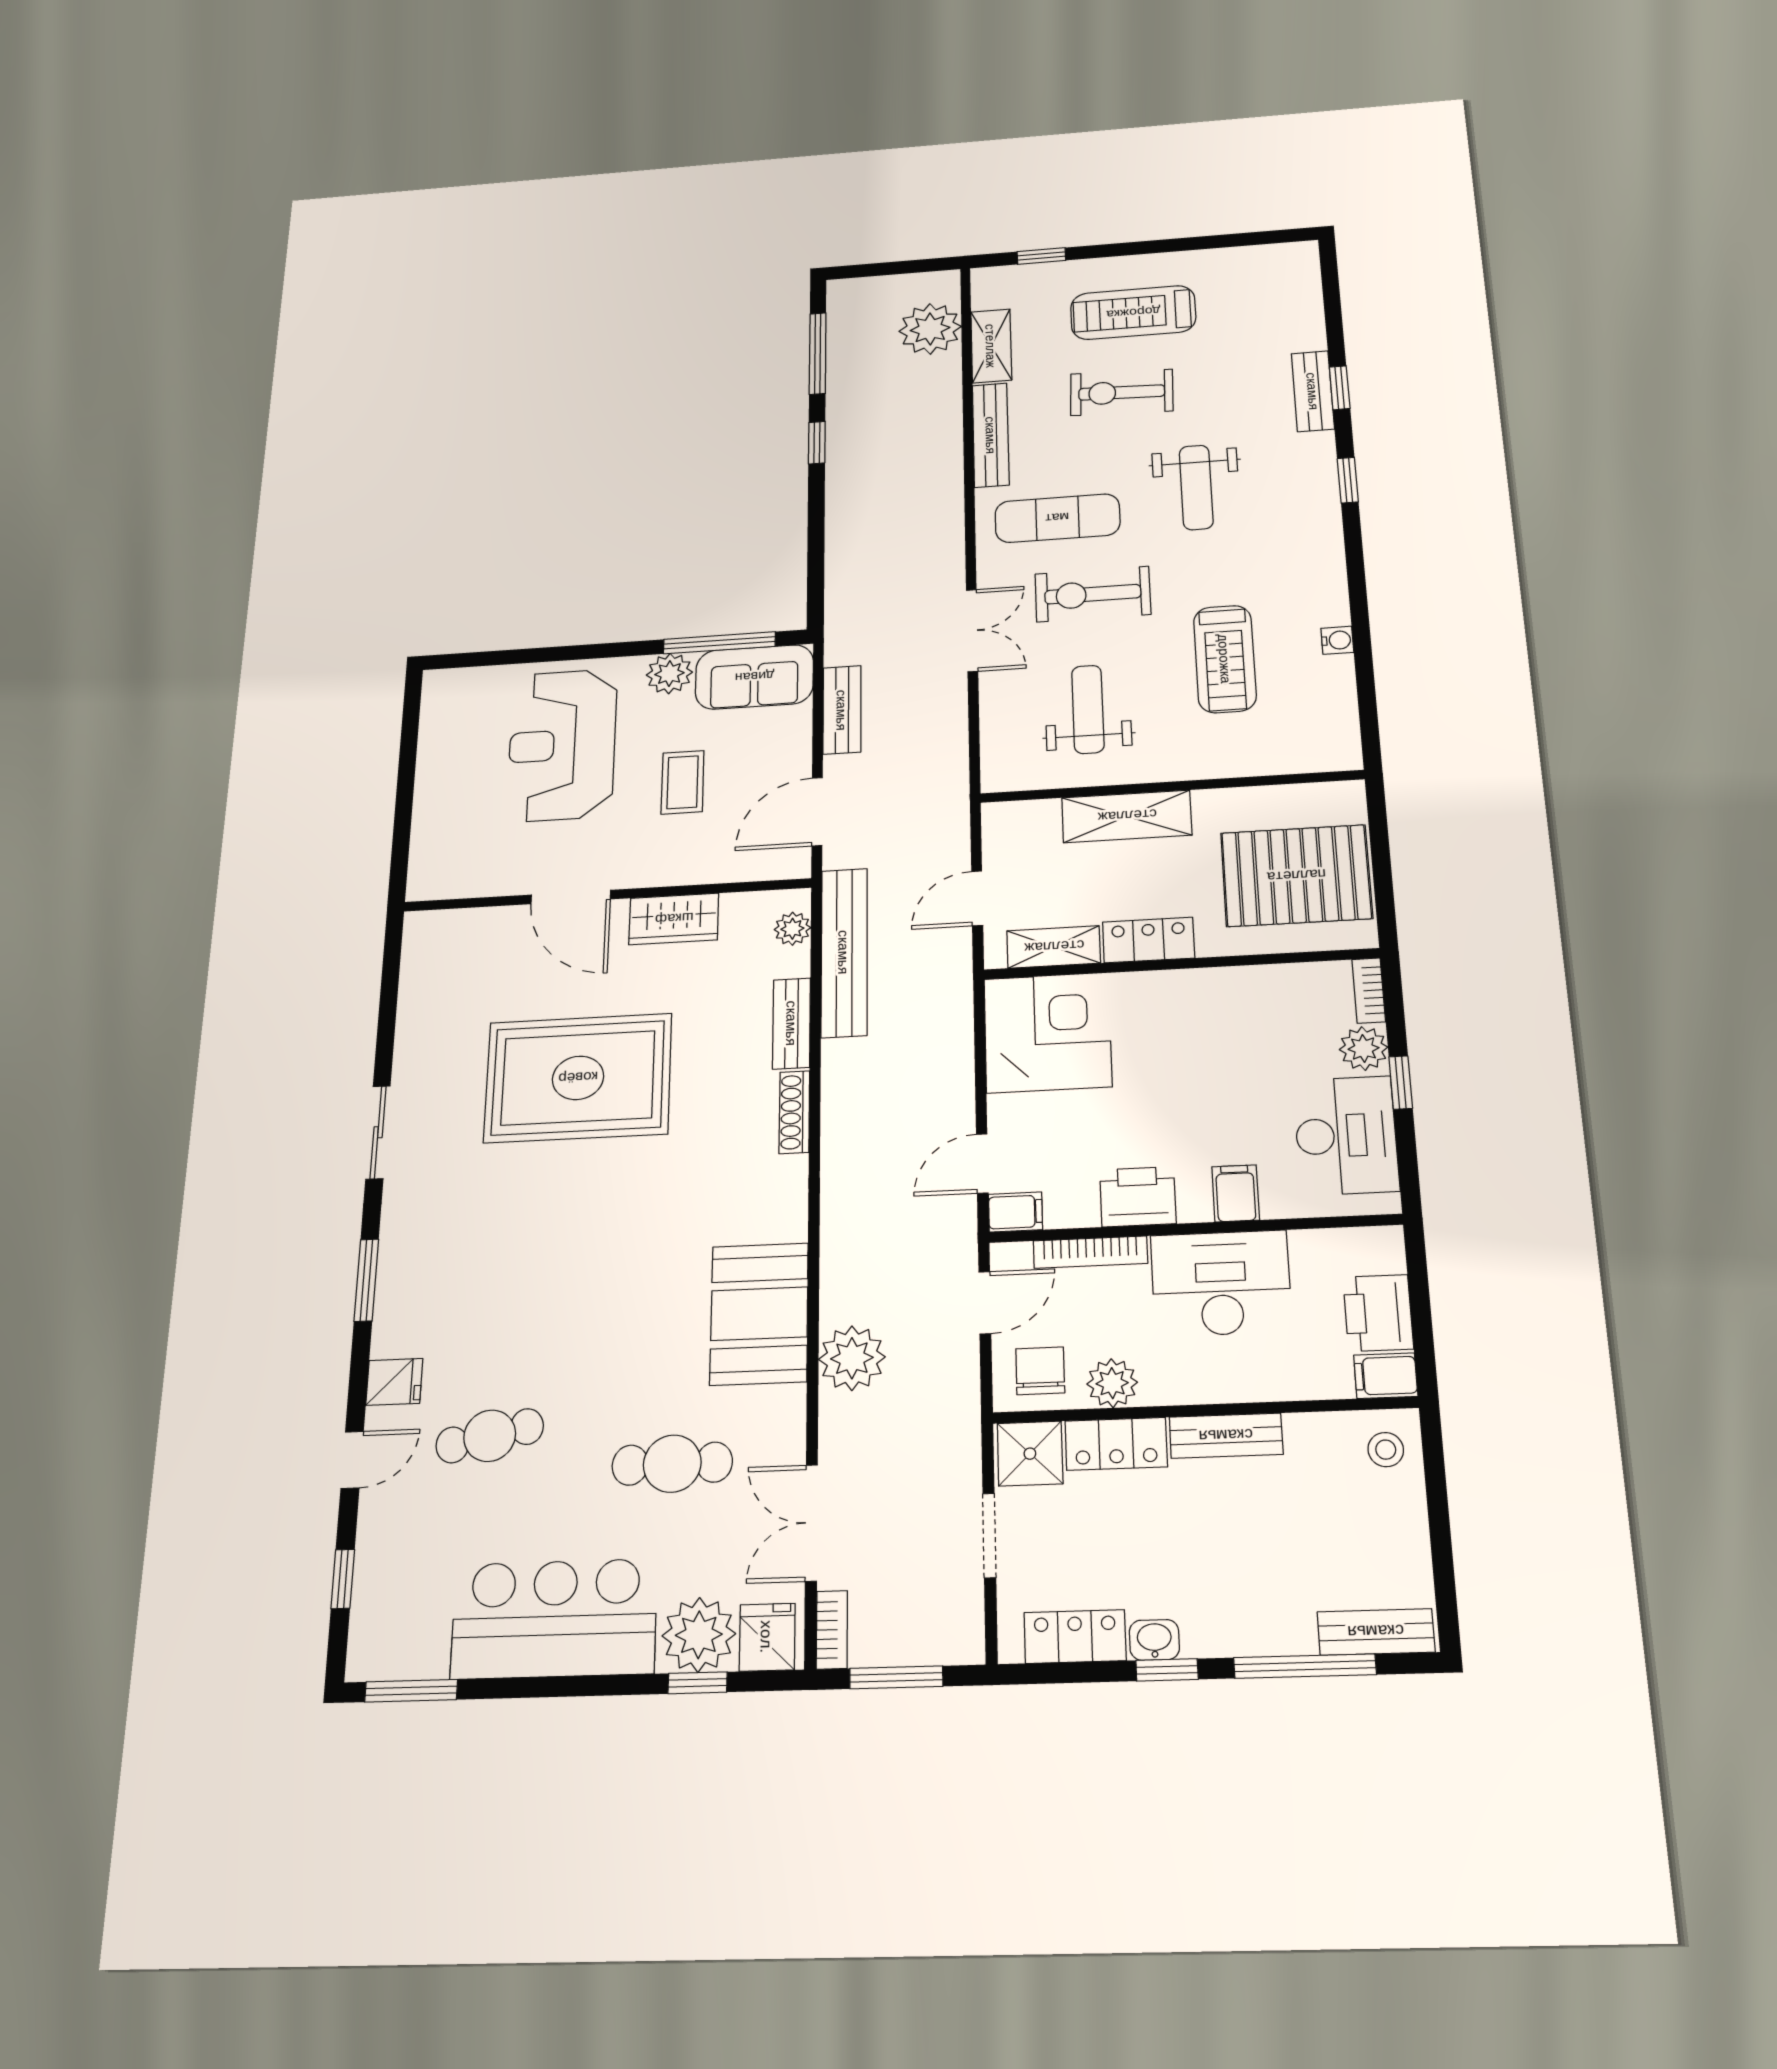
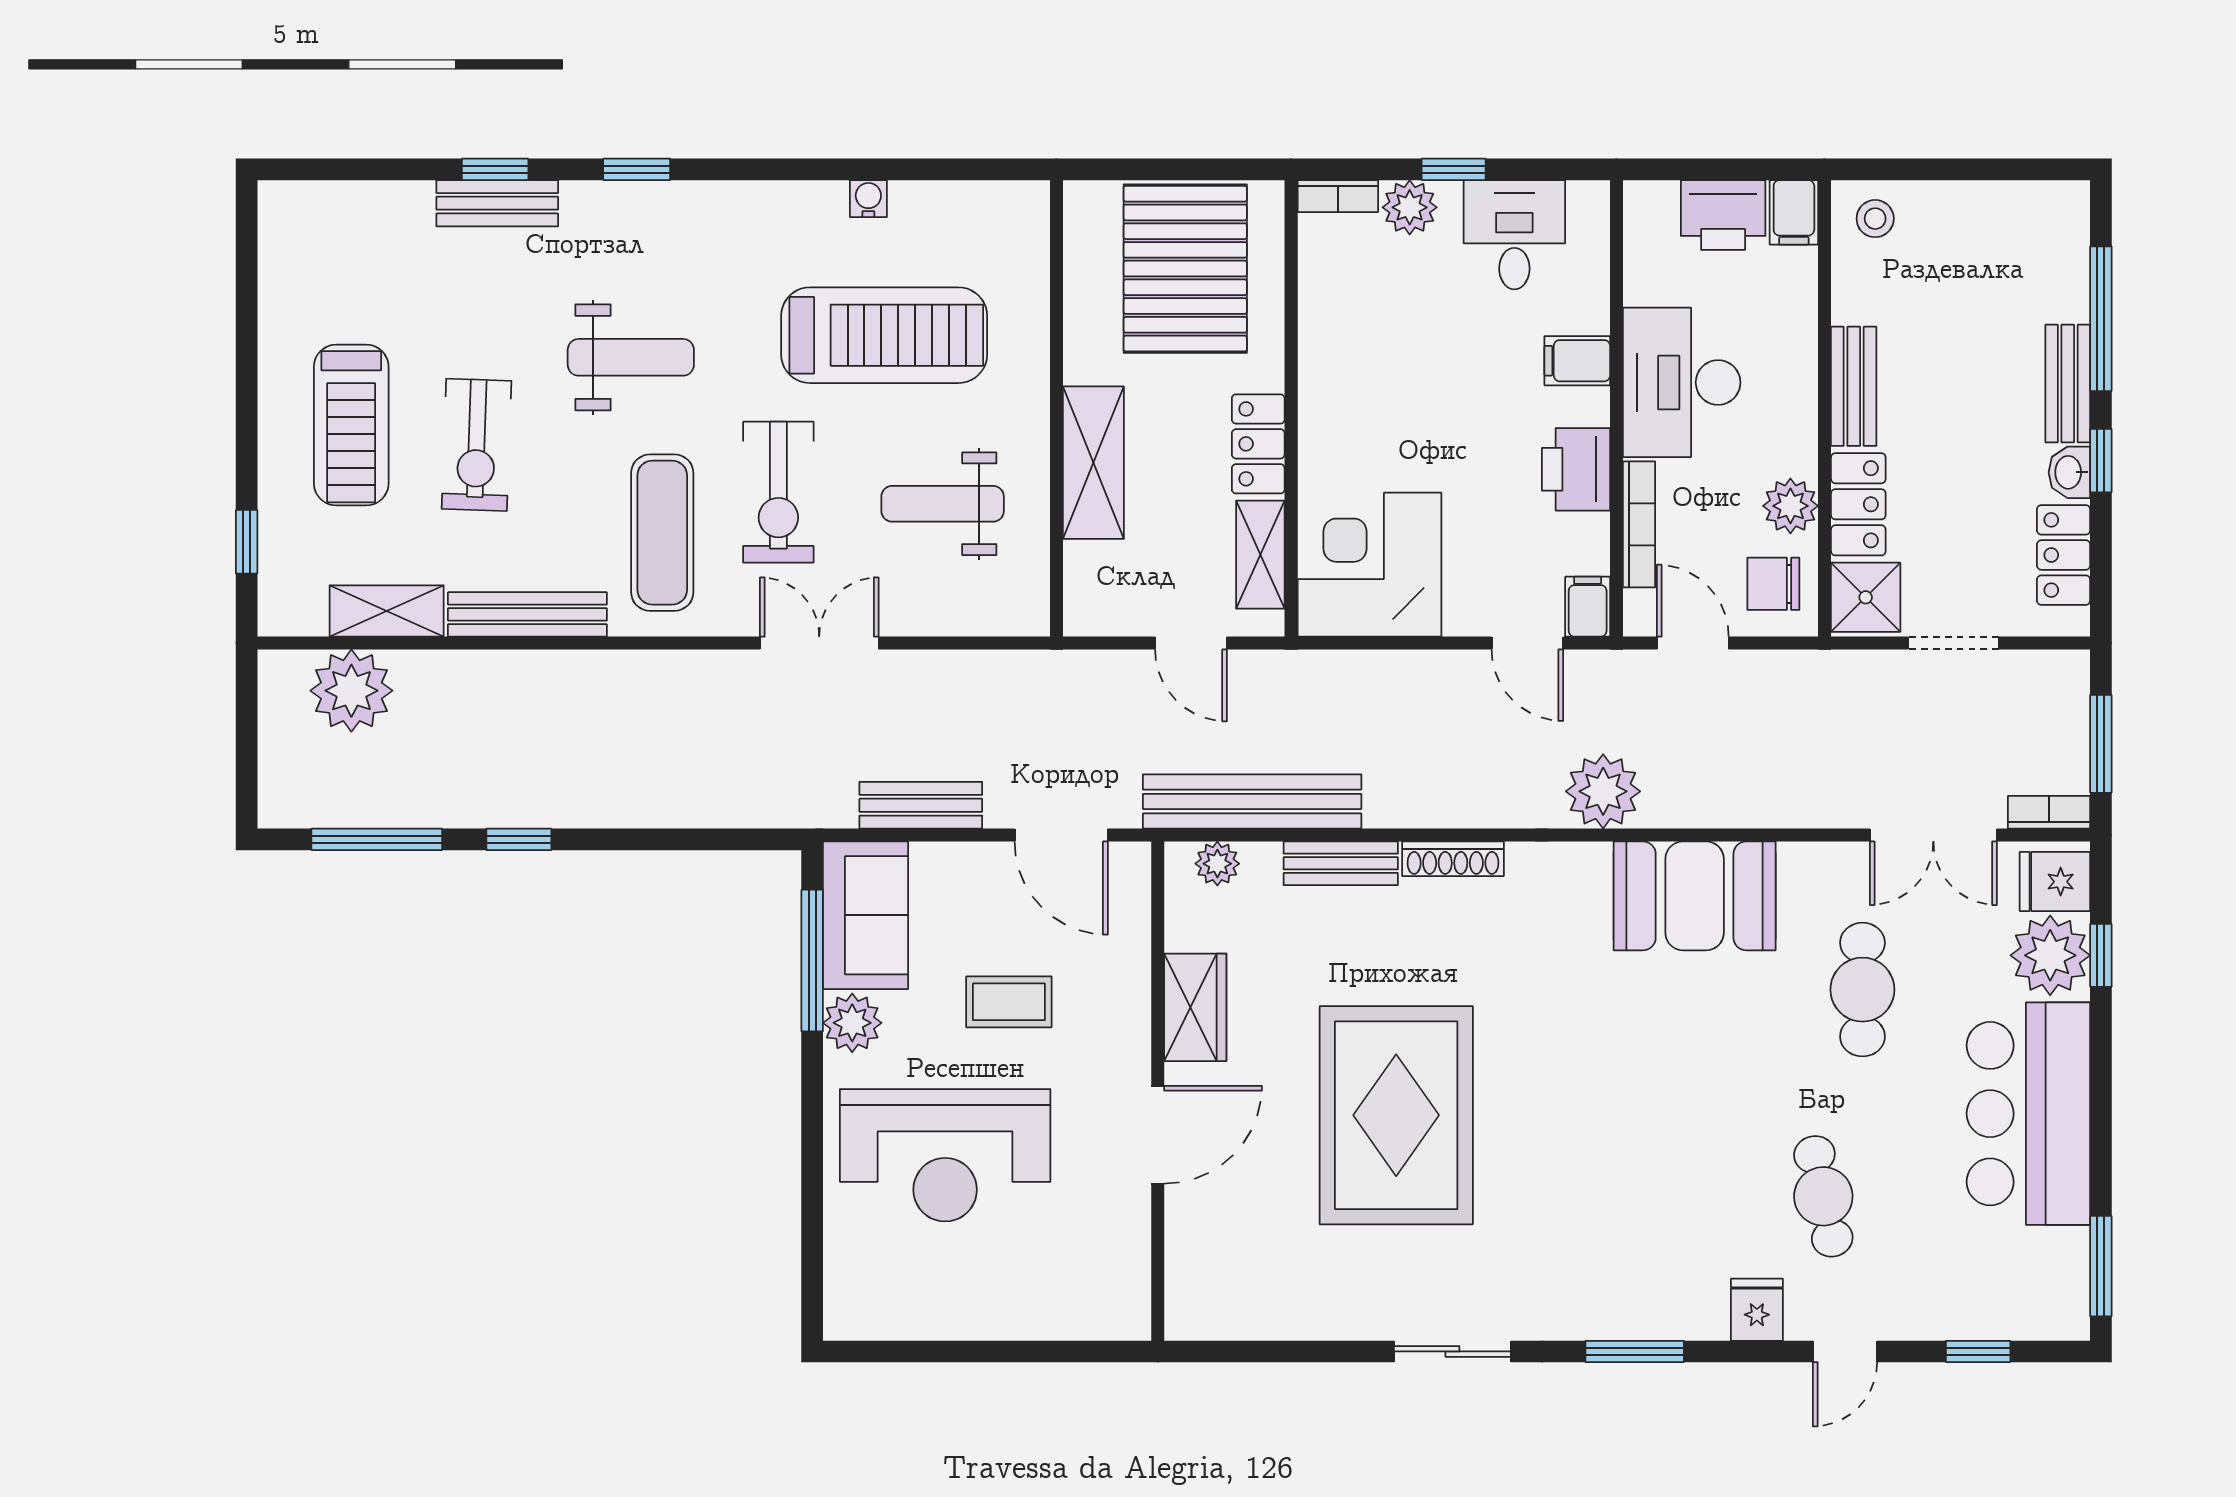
treadmill: (1225, 659) -> (884, 335), width x1.37, depth x1.38
desk: (1346, 1135) -> (1514, 235), width x0.73
plant: (852, 1358) -> (1603, 791), moved
door: (352, 1460) -> (1845, 1351), swing flipped
bench: (1376, 1632) -> (2068, 384), moved

